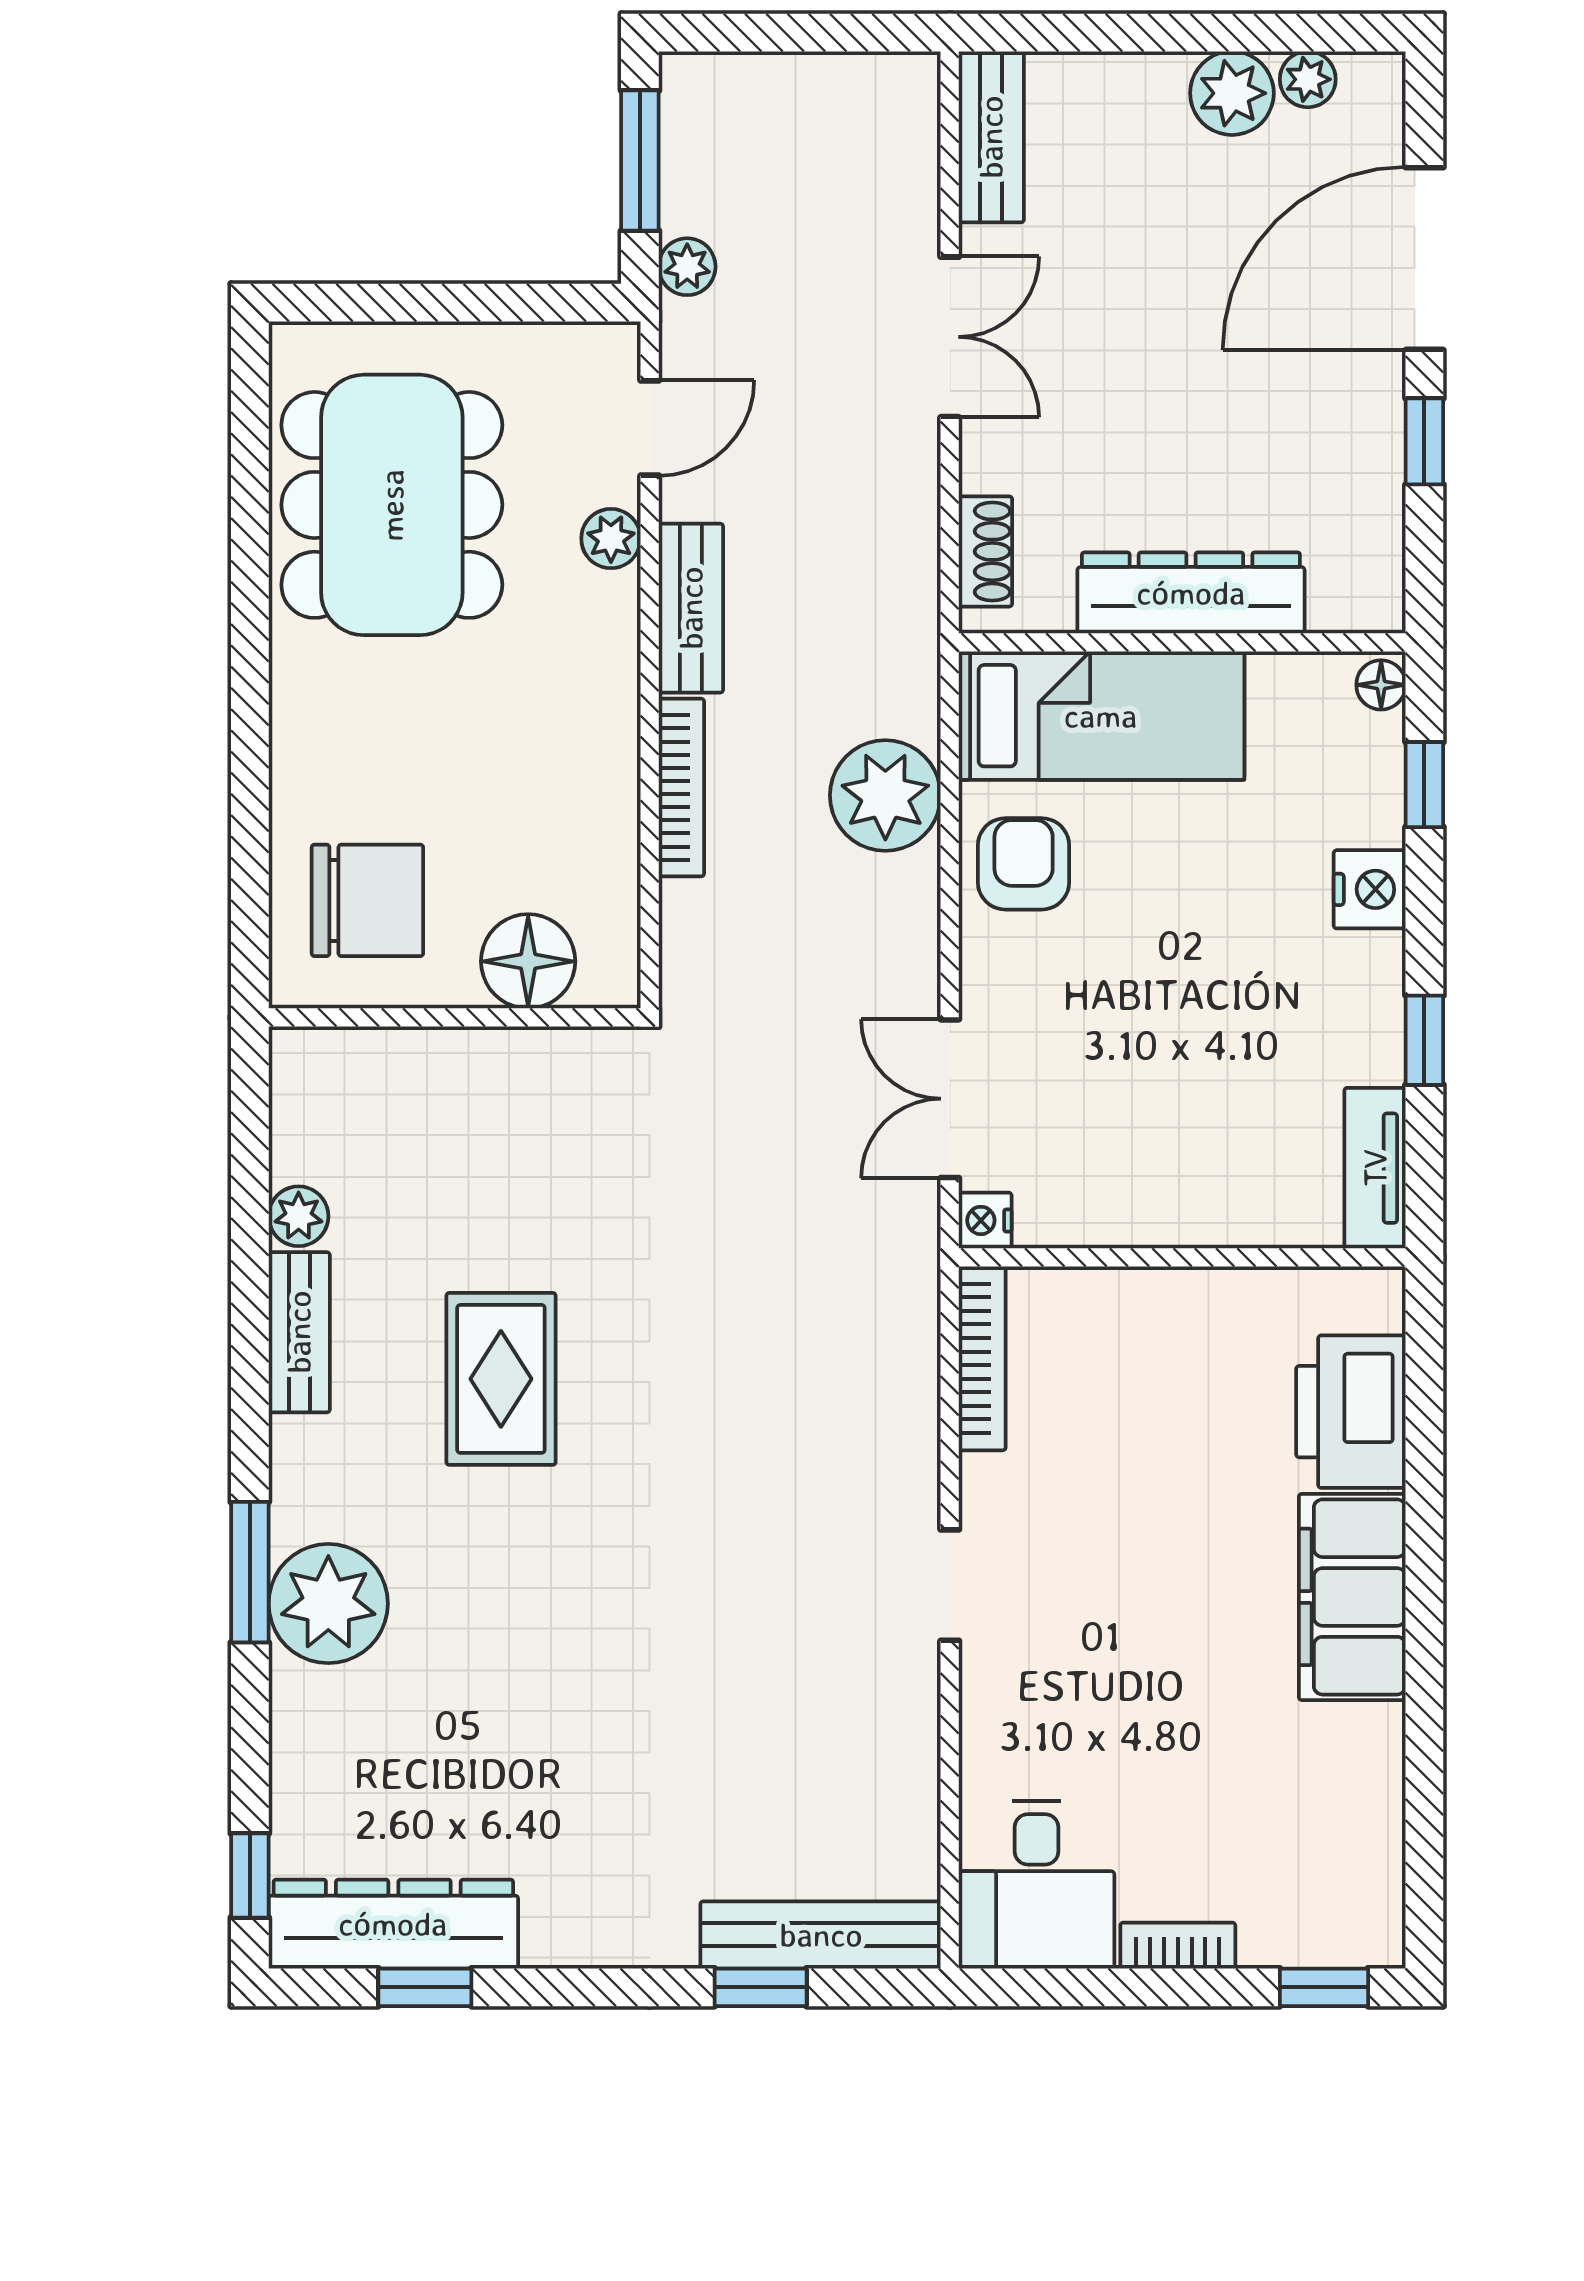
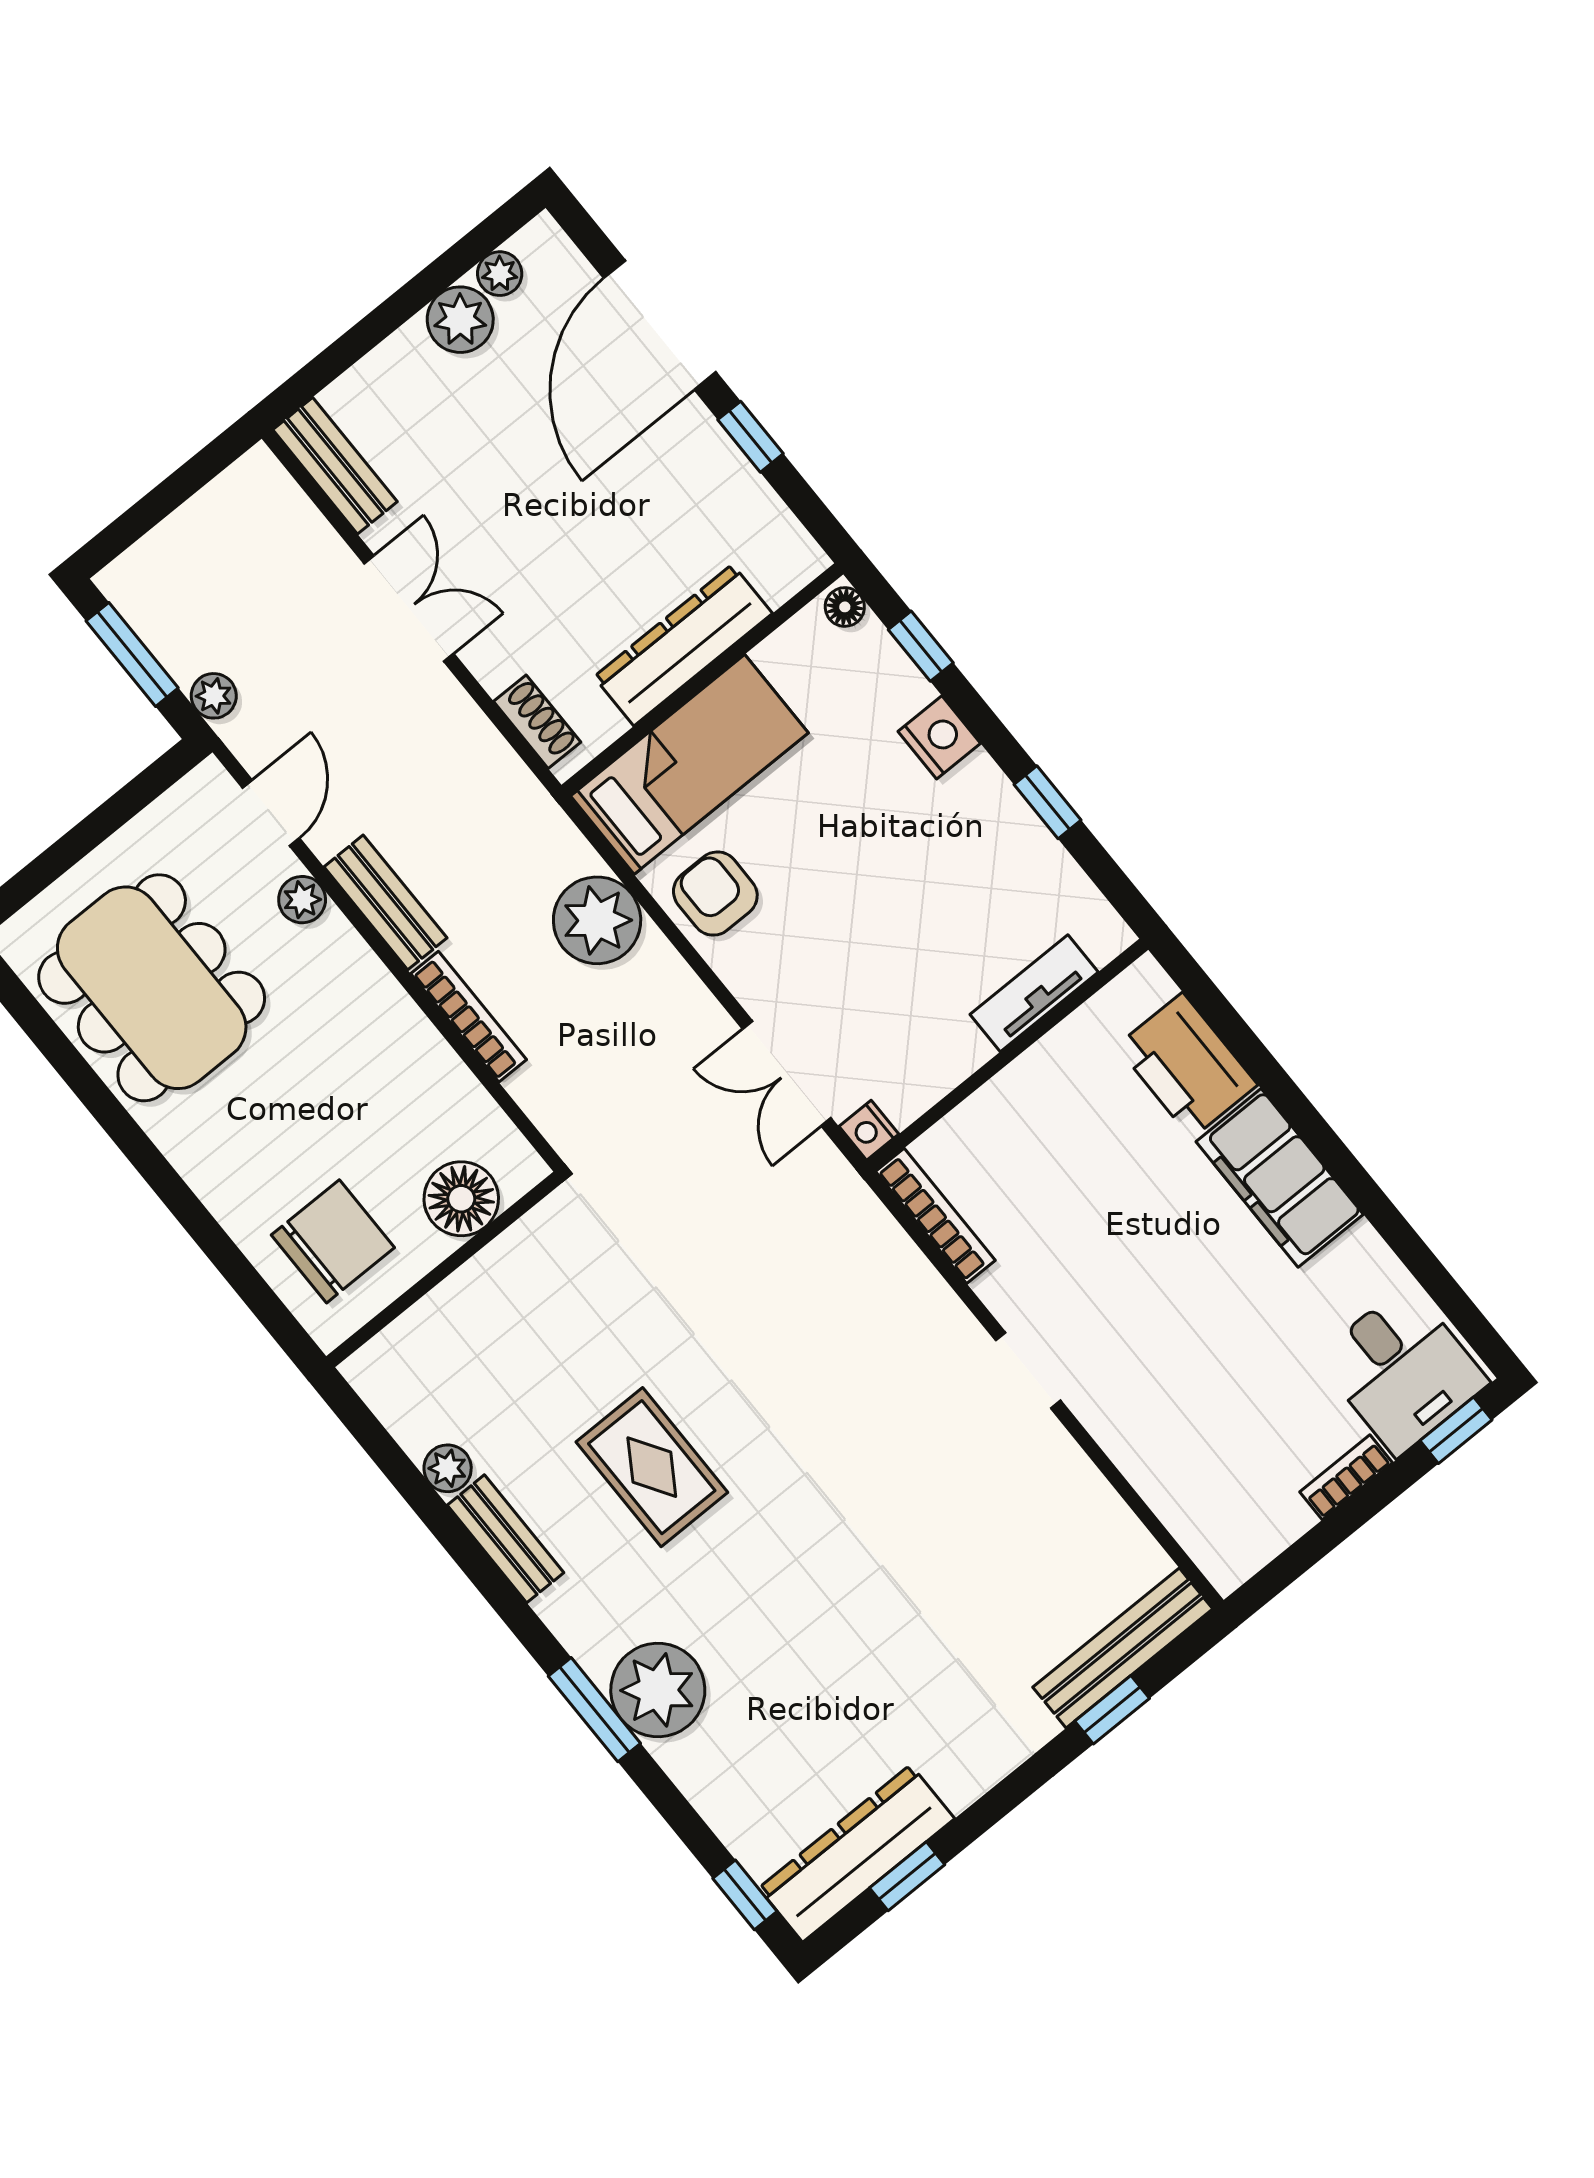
tv unit: (1375, 1168) -> (1034, 993), moved, turned 90
desk: (1036, 1885) -> (1402, 1370), moved

